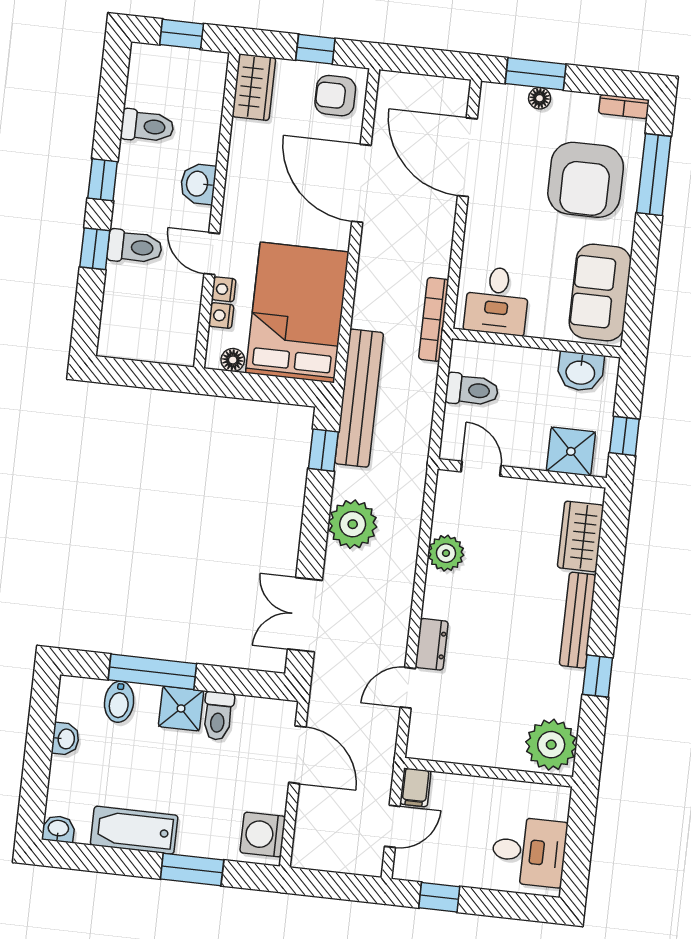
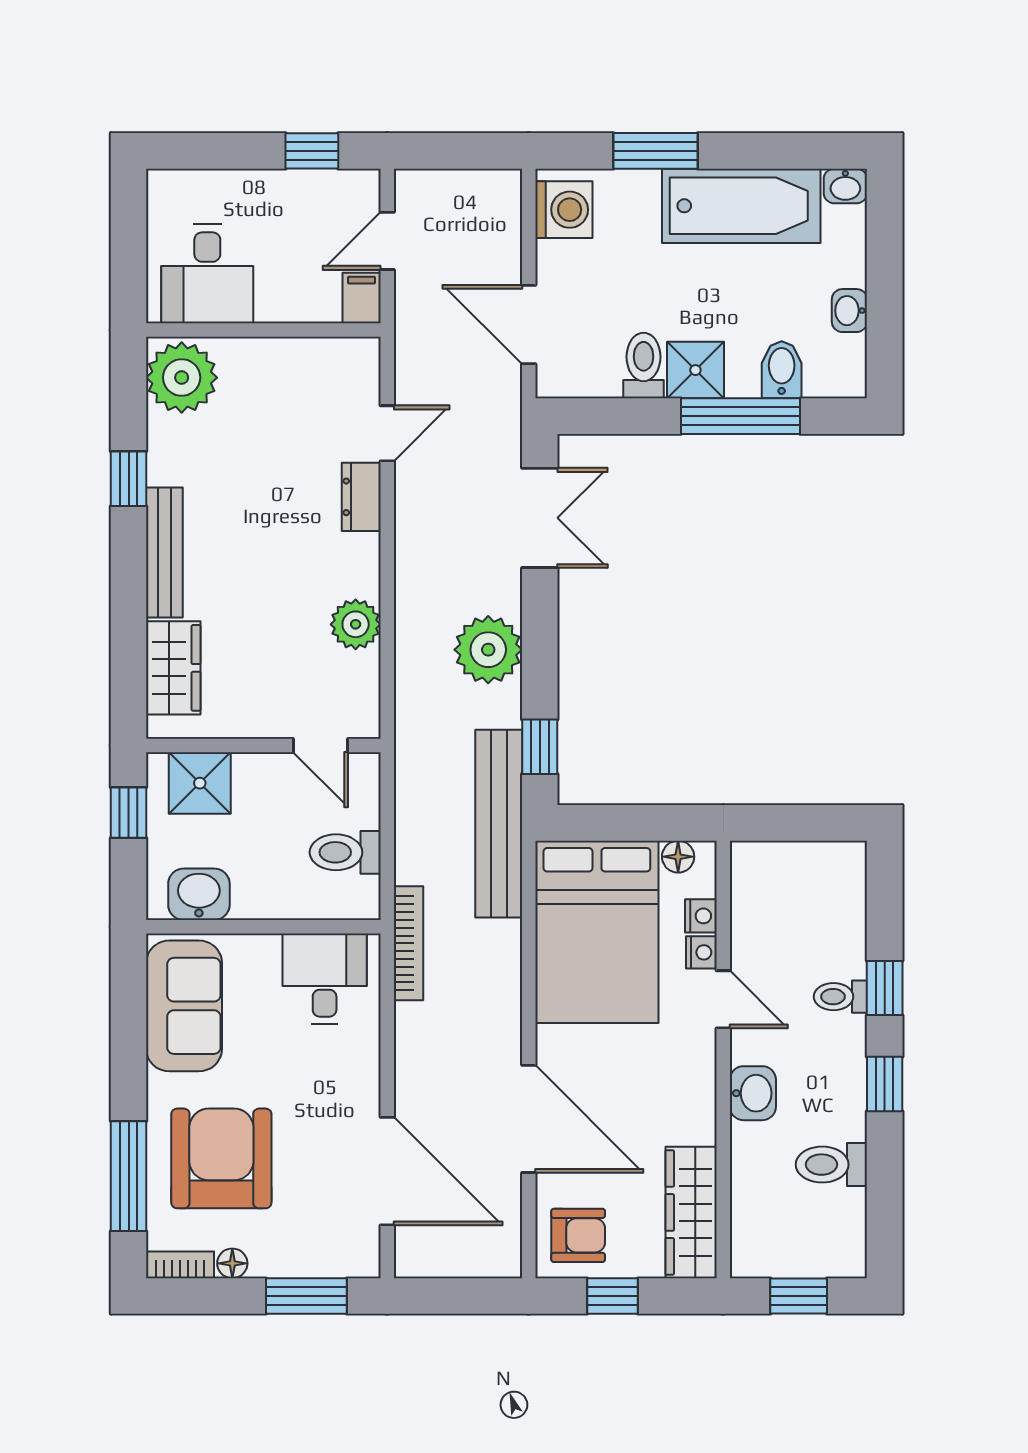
wardrobe: (254, 87) -> (691, 1212), width x1.50
floor lamp: (540, 98) -> (232, 1263), moved
toilet: (135, 247) -> (840, 997), width x0.73, depth x0.72
bathtub: (134, 830) -> (741, 206), width x1.36, depth x1.36
desk: (529, 852) -> (207, 274), moved, turned -90

